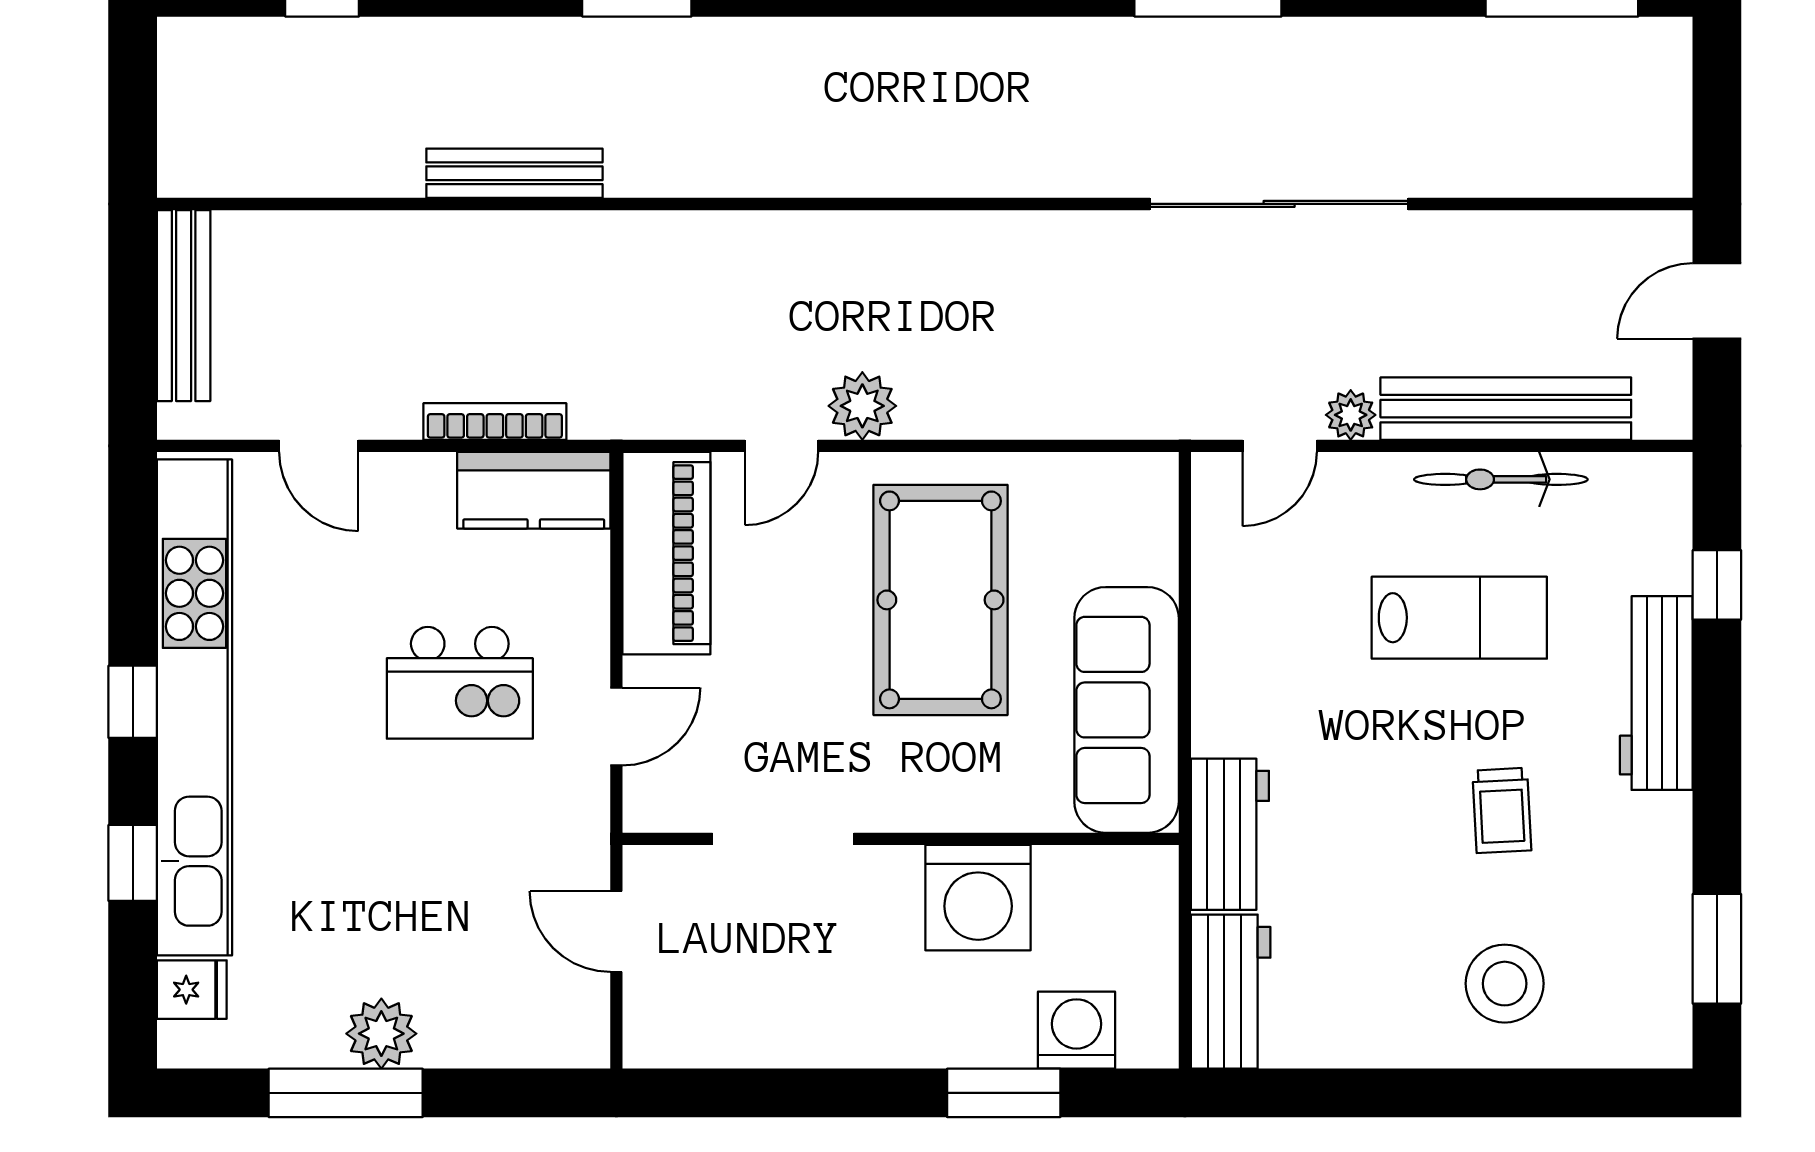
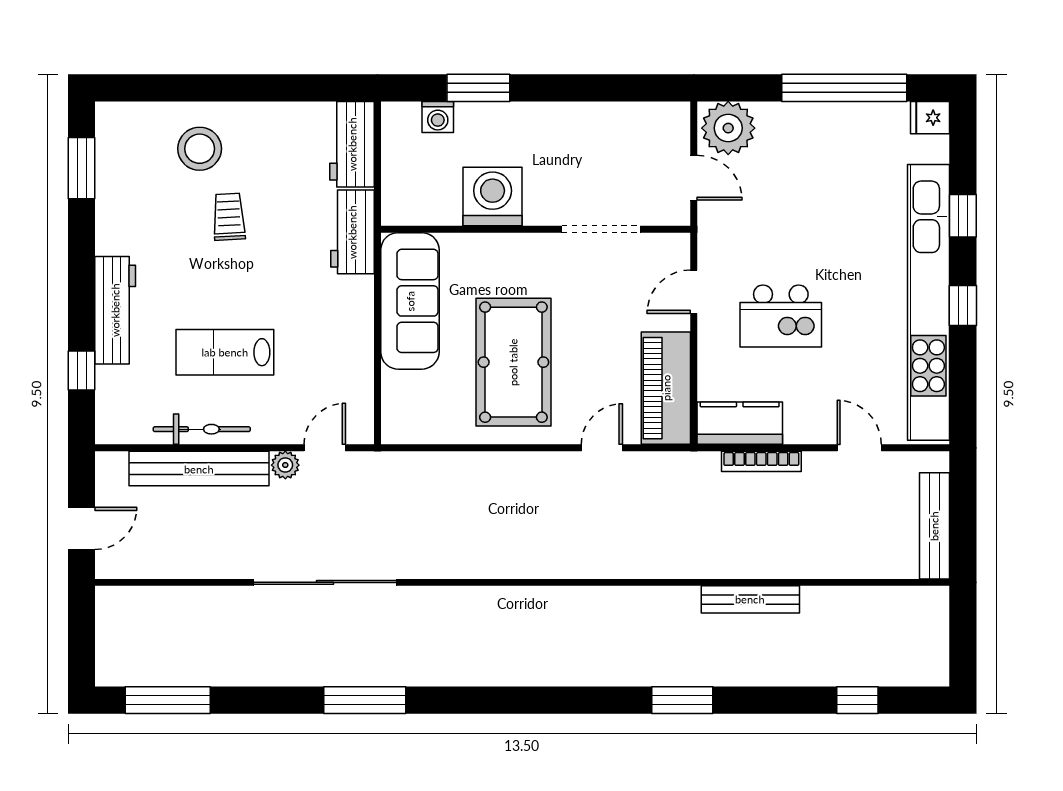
plant: (862, 406) -> (557, 470), removed
kitchen island: (460, 683) -> (781, 316), turned 180
trolley: (1502, 810) -> (229, 217), moved
fridge: (192, 990) -> (930, 118), moved
washing machine: (1077, 1030) -> (438, 117), width x0.73, depth x0.73
plant: (381, 1034) -> (728, 128), moved, width x1.36, depth x1.36
window: (346, 1093) -> (844, 88), width x1.46

